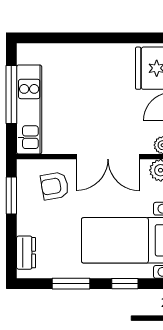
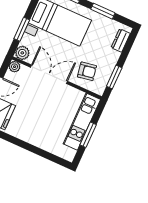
window: (11, 95) -> (88, 135), width x0.69

